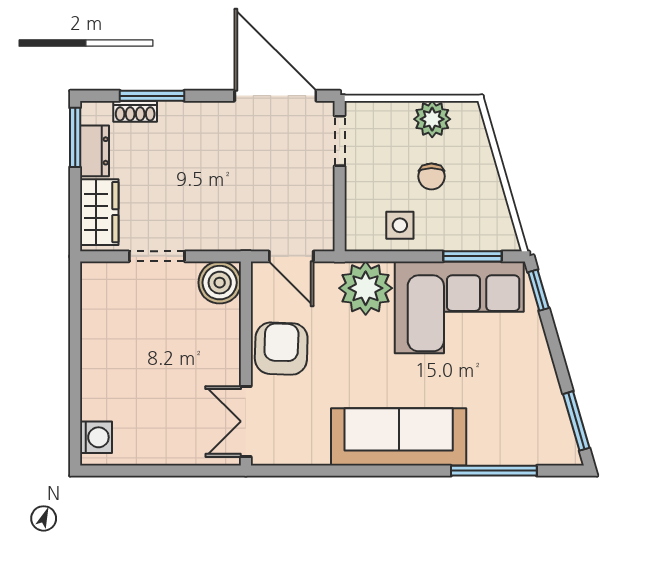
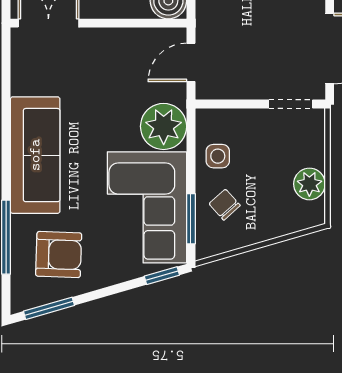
chair: (431, 176) -> (225, 205), moved, turned 48
armchair: (281, 349) -> (59, 254), moved

